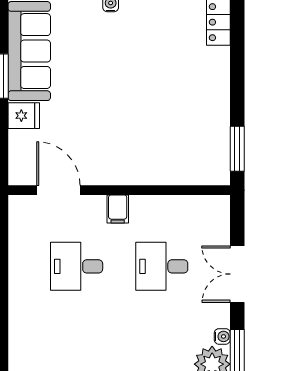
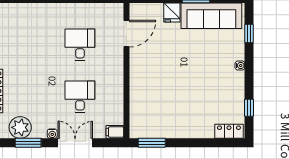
filing cabinet: (118, 209) -> (115, 132), moved
water cooler: (222, 336) -> (52, 134), moved

